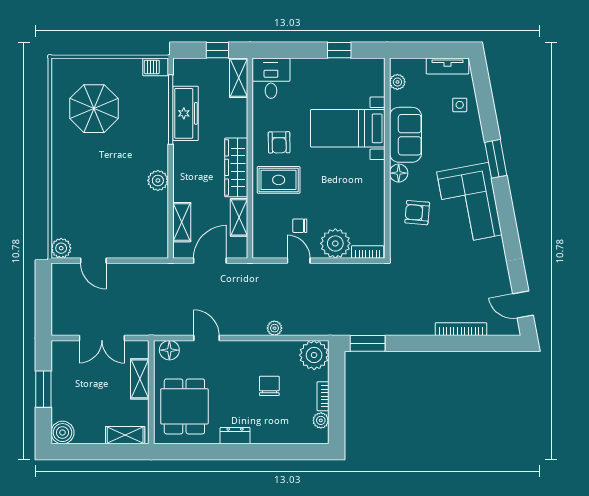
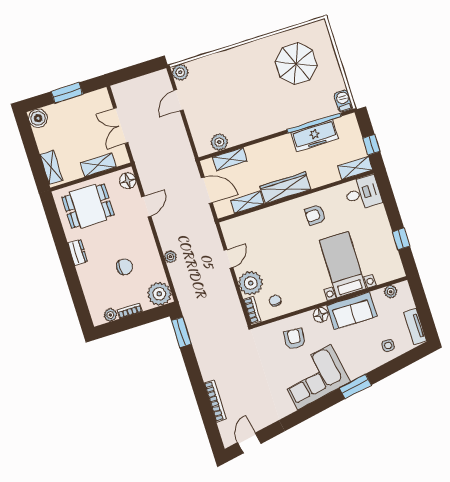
plant: (158, 180) -> (219, 142), moved
rug: (279, 180) -> (286, 224), removed
chair: (300, 226) -> (275, 301), moved

